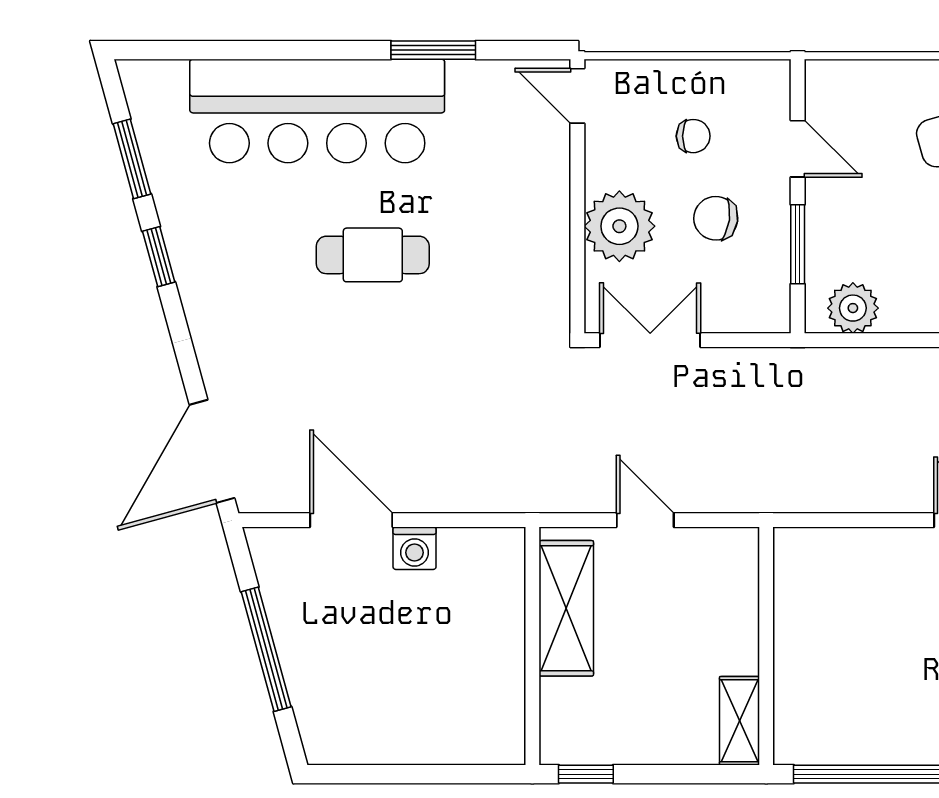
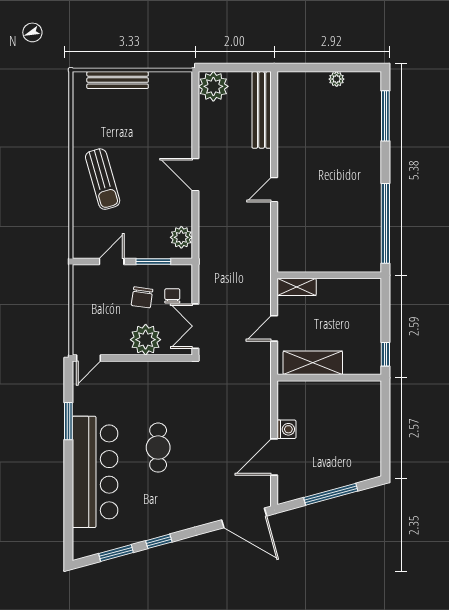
chair: (693, 136) -> (172, 296), moved
shelving: (739, 721) -> (297, 287), moved

